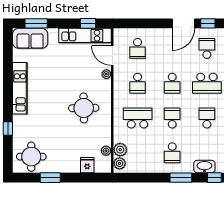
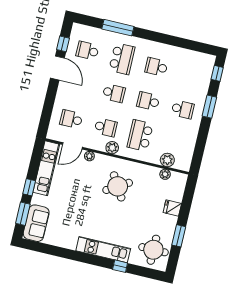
window: (88, 23) -> (29, 187), moved
school desk: (138, 48) -> (71, 119), turned 180
kitchen unit: (20, 88) -> (103, 250), moved
round table: (84, 108) -> (118, 186), turned -30
plant: (120, 163) -> (112, 148), moved
fridge: (87, 165) -> (172, 208), moved
washbasin: (204, 167) -> (204, 81), removed

